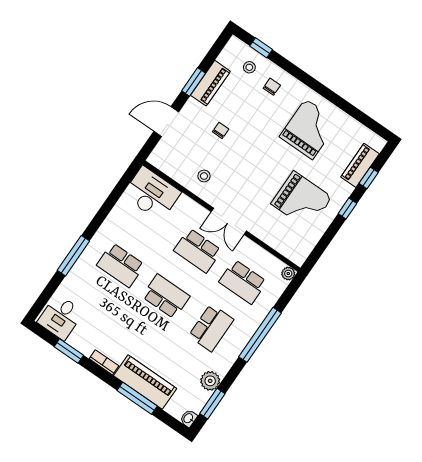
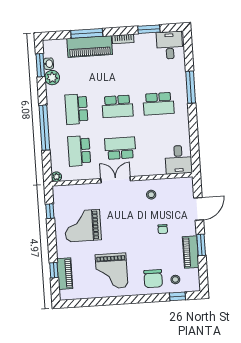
chair: (272, 87) -> (153, 279), width x1.87, depth x1.87
desk: (152, 194) -> (178, 160), width x0.73
window: (347, 209) -> (50, 211), moved
school desk: (121, 265) -> (159, 104), turned 180
school desk: (243, 282) -> (79, 151), turned -90
washbasin: (188, 418) -> (49, 64), moved

